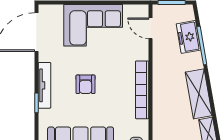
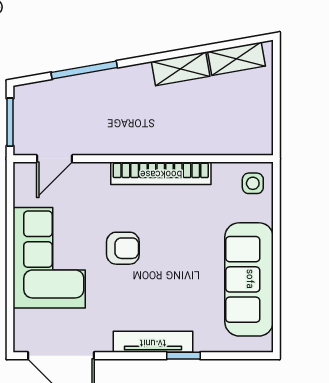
freezer: (188, 37) -> (69, 93), removed
armchair: (86, 84) -> (123, 248), moved
shelving: (199, 94) -> (181, 69), width x0.67, depth x0.75

